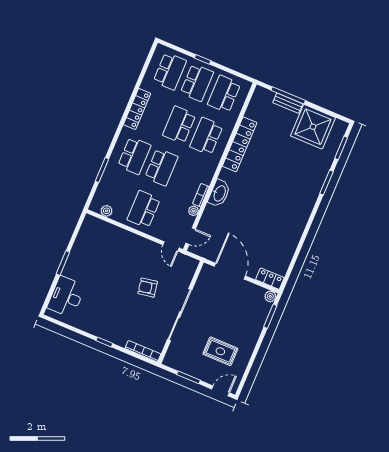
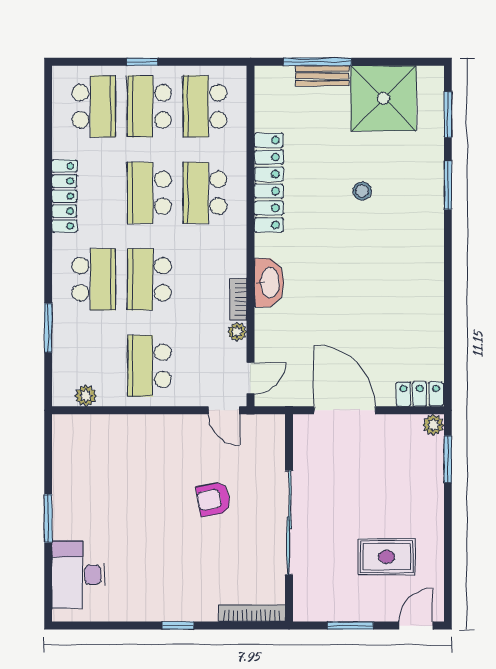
school desk: (197, 83) -> (149, 106), turned 180
school desk: (161, 167) -> (149, 279), turned 180
stool: (283, 168) -> (362, 191), added

